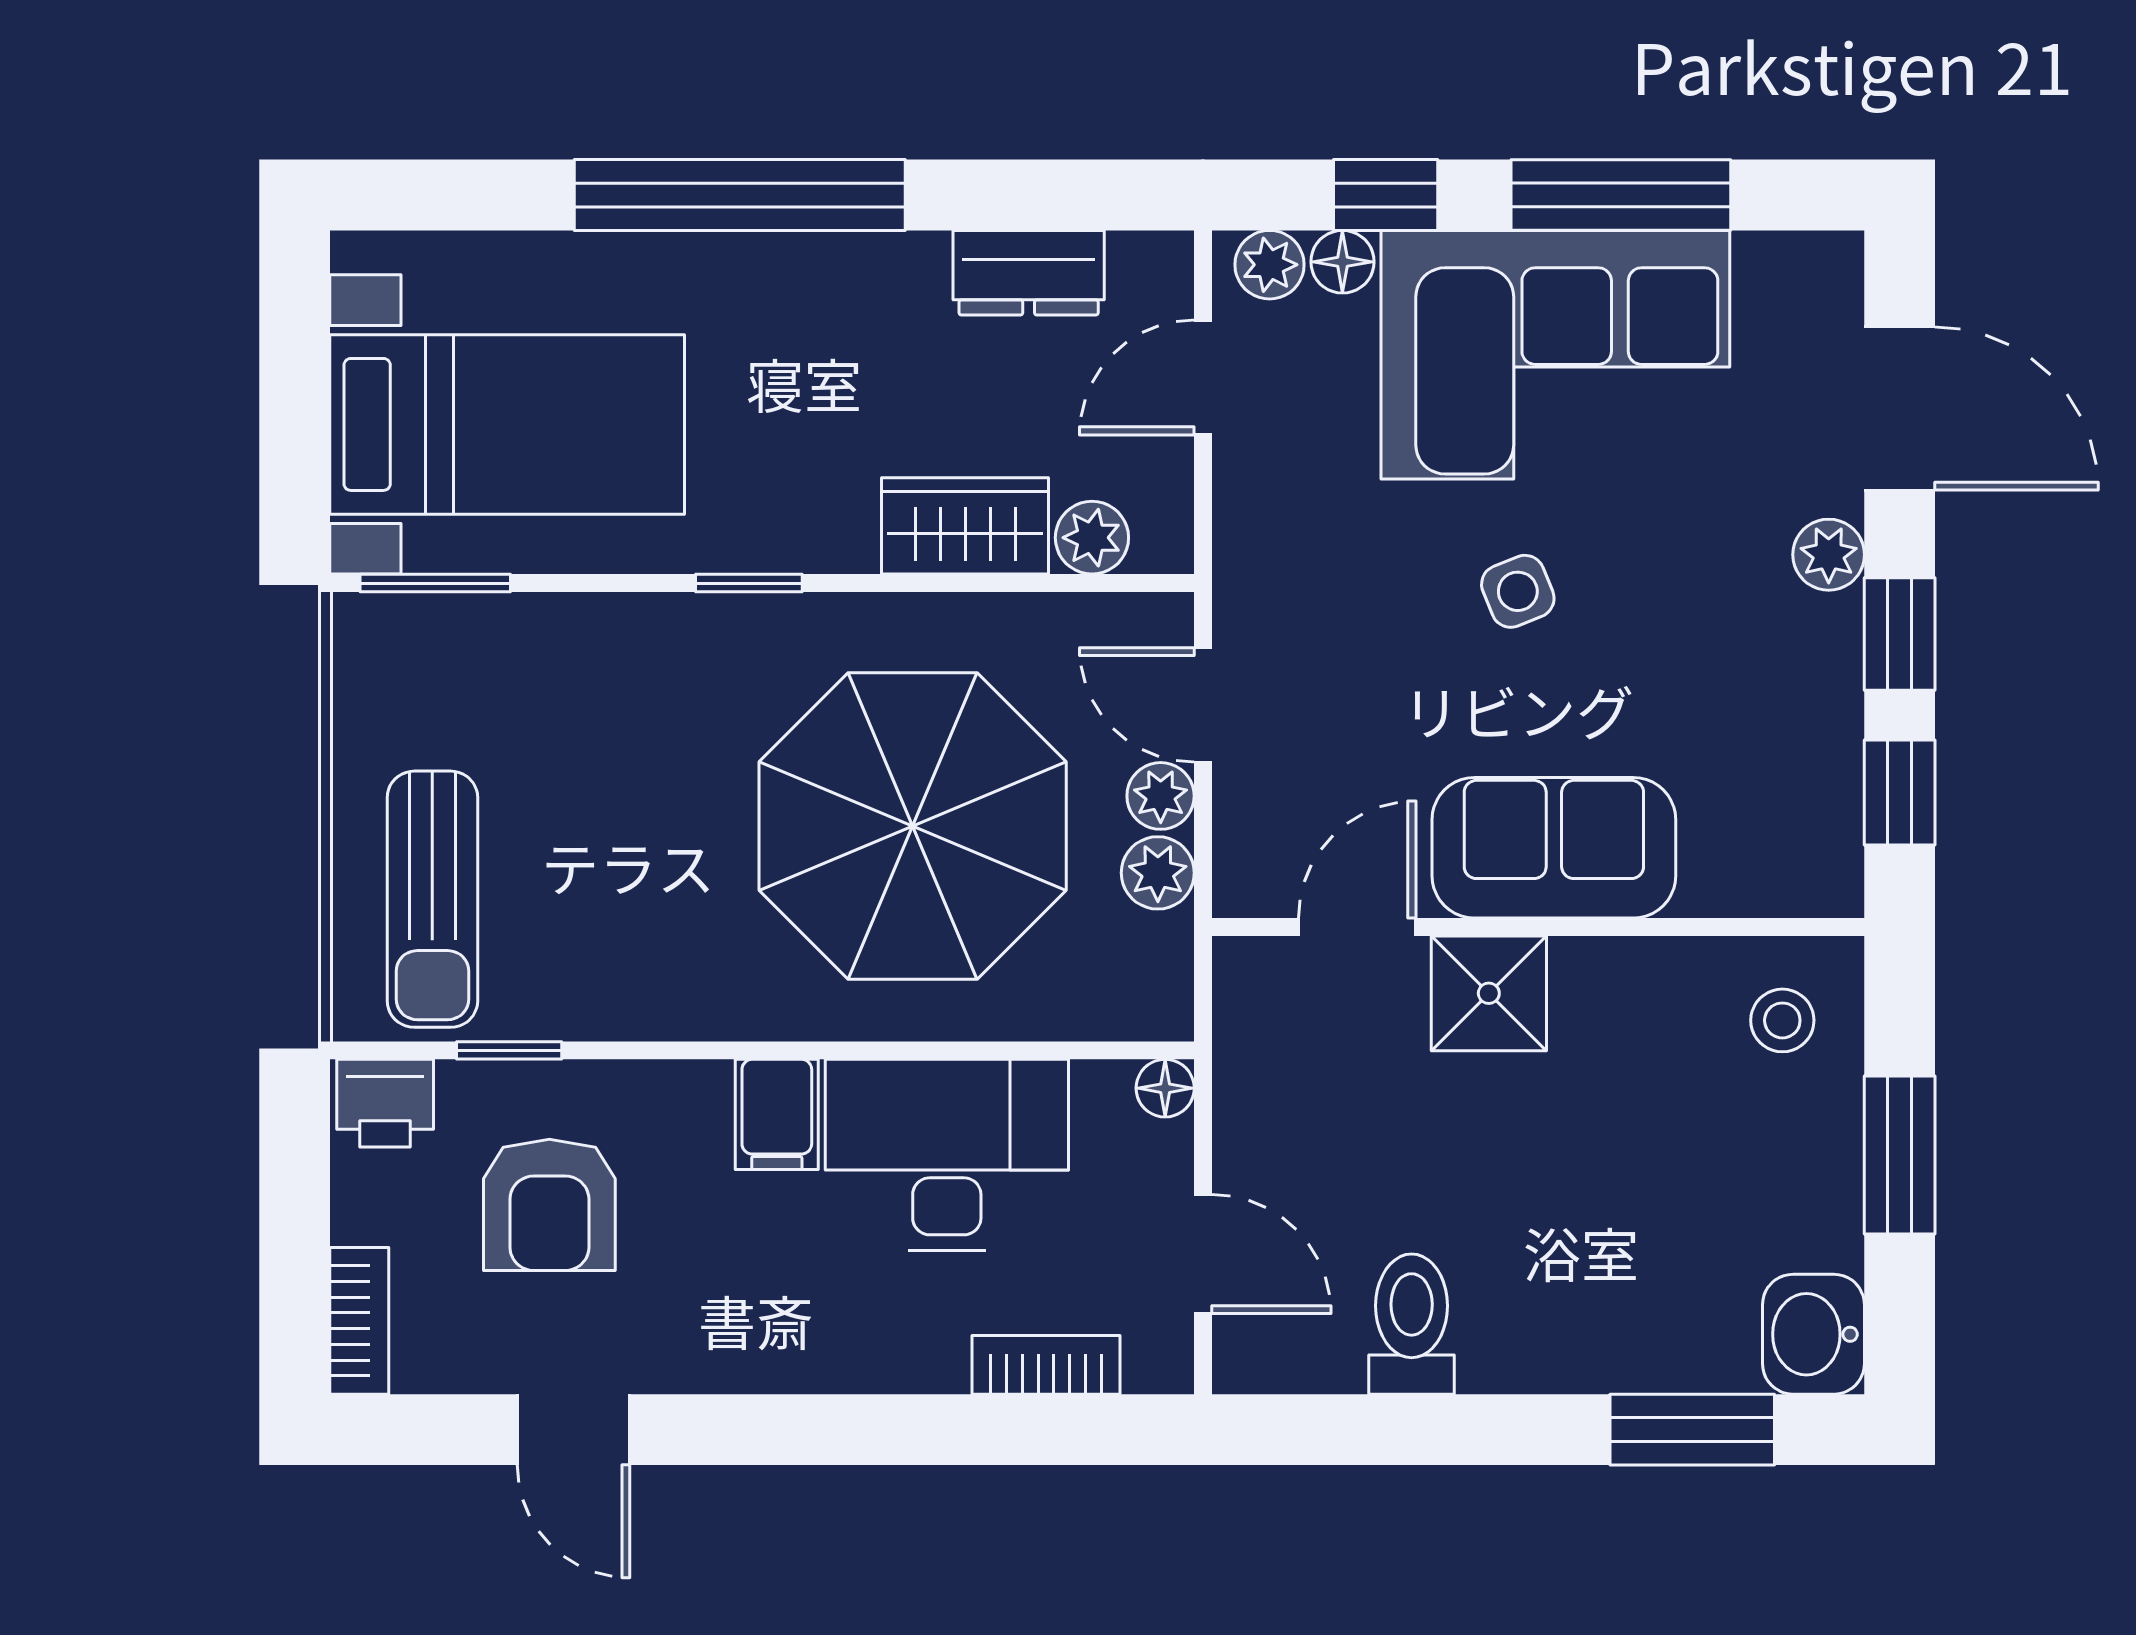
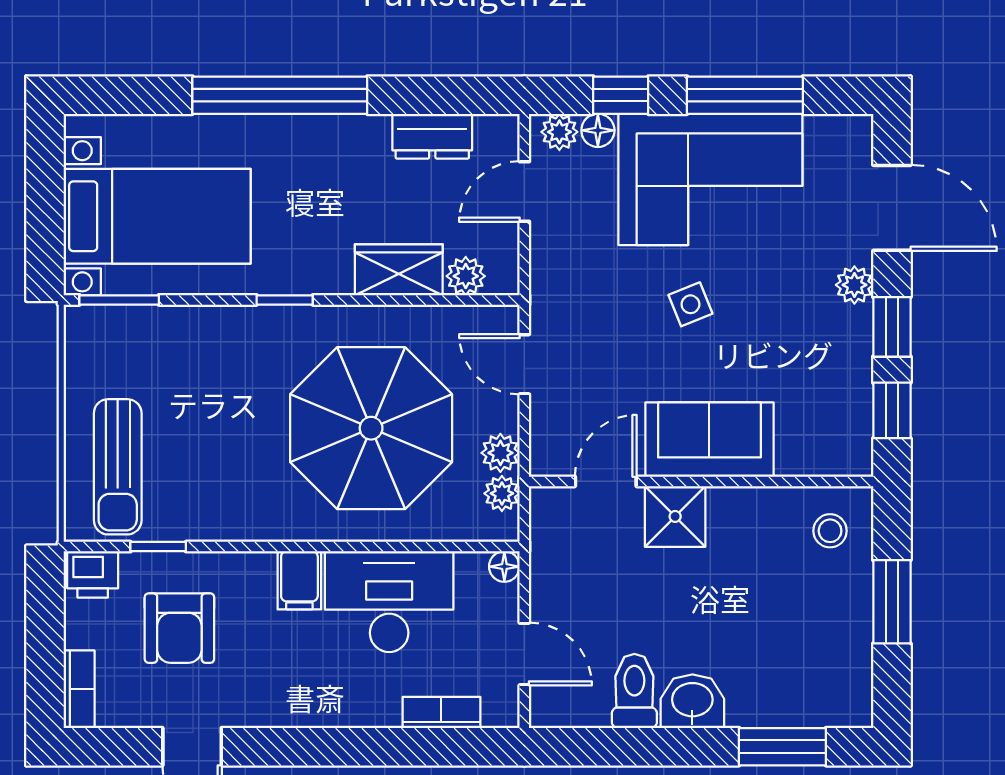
plant: (1161, 796) -> (502, 493), moved
washbasin: (1813, 1334) -> (692, 701), moved, turned 90

